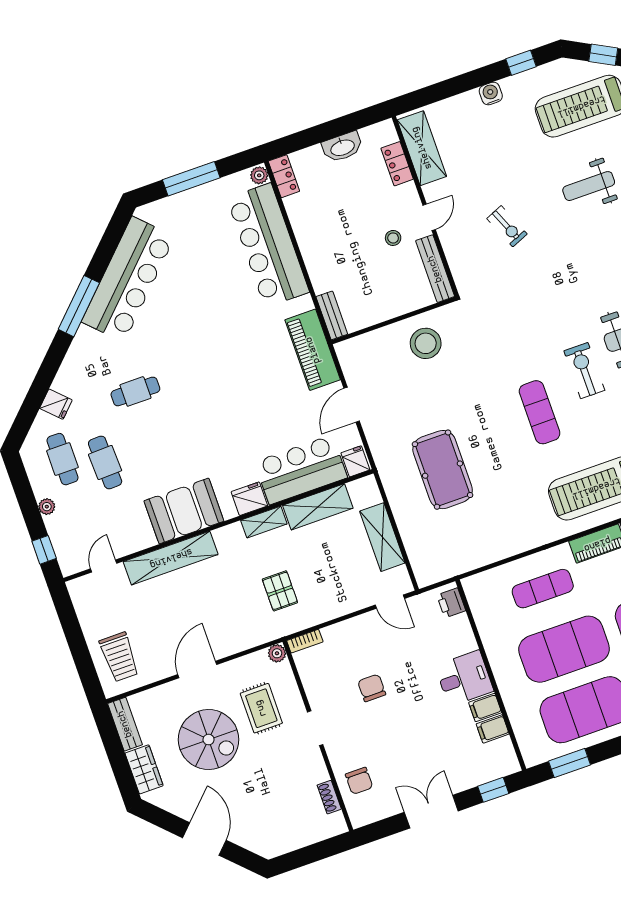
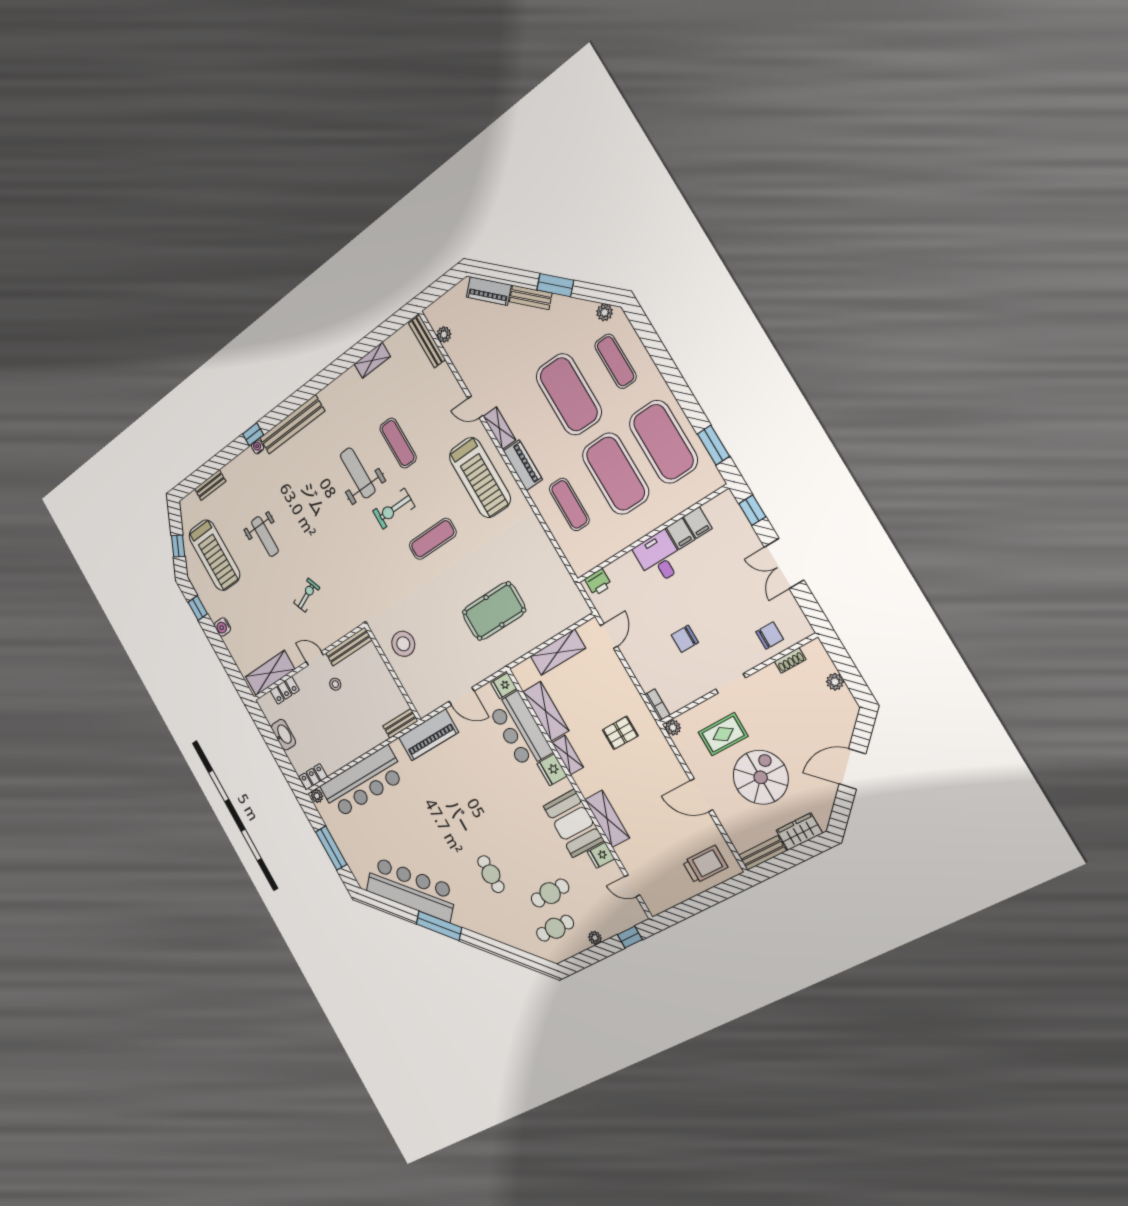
fridge: (56, 404) -> (601, 855), moved, turned -135
shelving: (171, 558) -> (607, 819), width x0.68
plant: (299, 839) -> (835, 682), added

